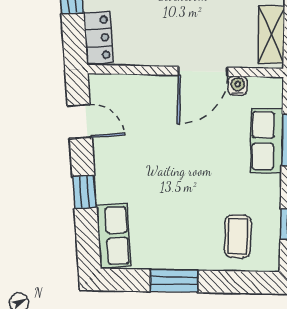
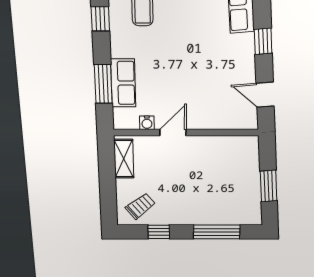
locker: (98, 38) -> (250, 154), removed
door: (203, 71) -> (173, 132), width x0.73

